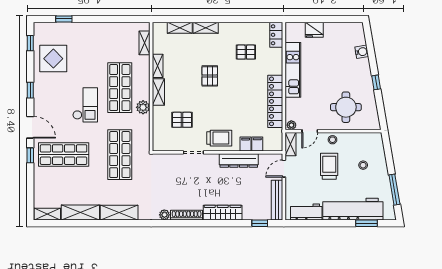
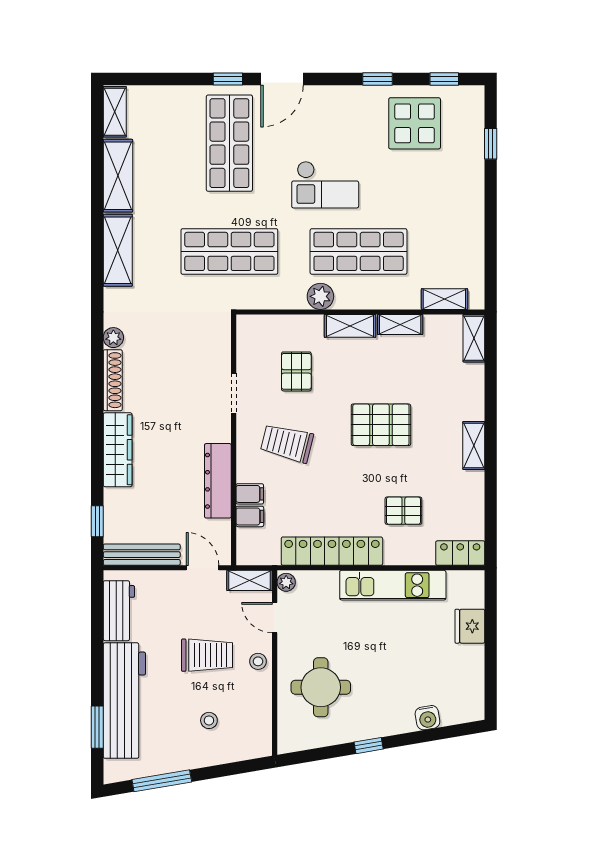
shelving: (180, 28) -> (474, 338), moved
shelving: (206, 28) -> (474, 445), moved
pallet: (246, 52) -> (403, 511), moved, turned 90
pallet: (210, 76) -> (381, 425), width x1.50, depth x1.42
window: (30, 90) -> (377, 79), moved
trolley: (219, 138) -> (287, 443), moved, turned 104

